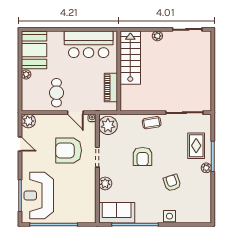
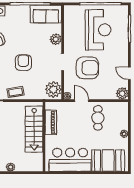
booth: (34, 50) -> (108, 161), moved, turned 90
stairs: (130, 58) -> (34, 129), moved
reception desk: (39, 195) -> (98, 30), moved

